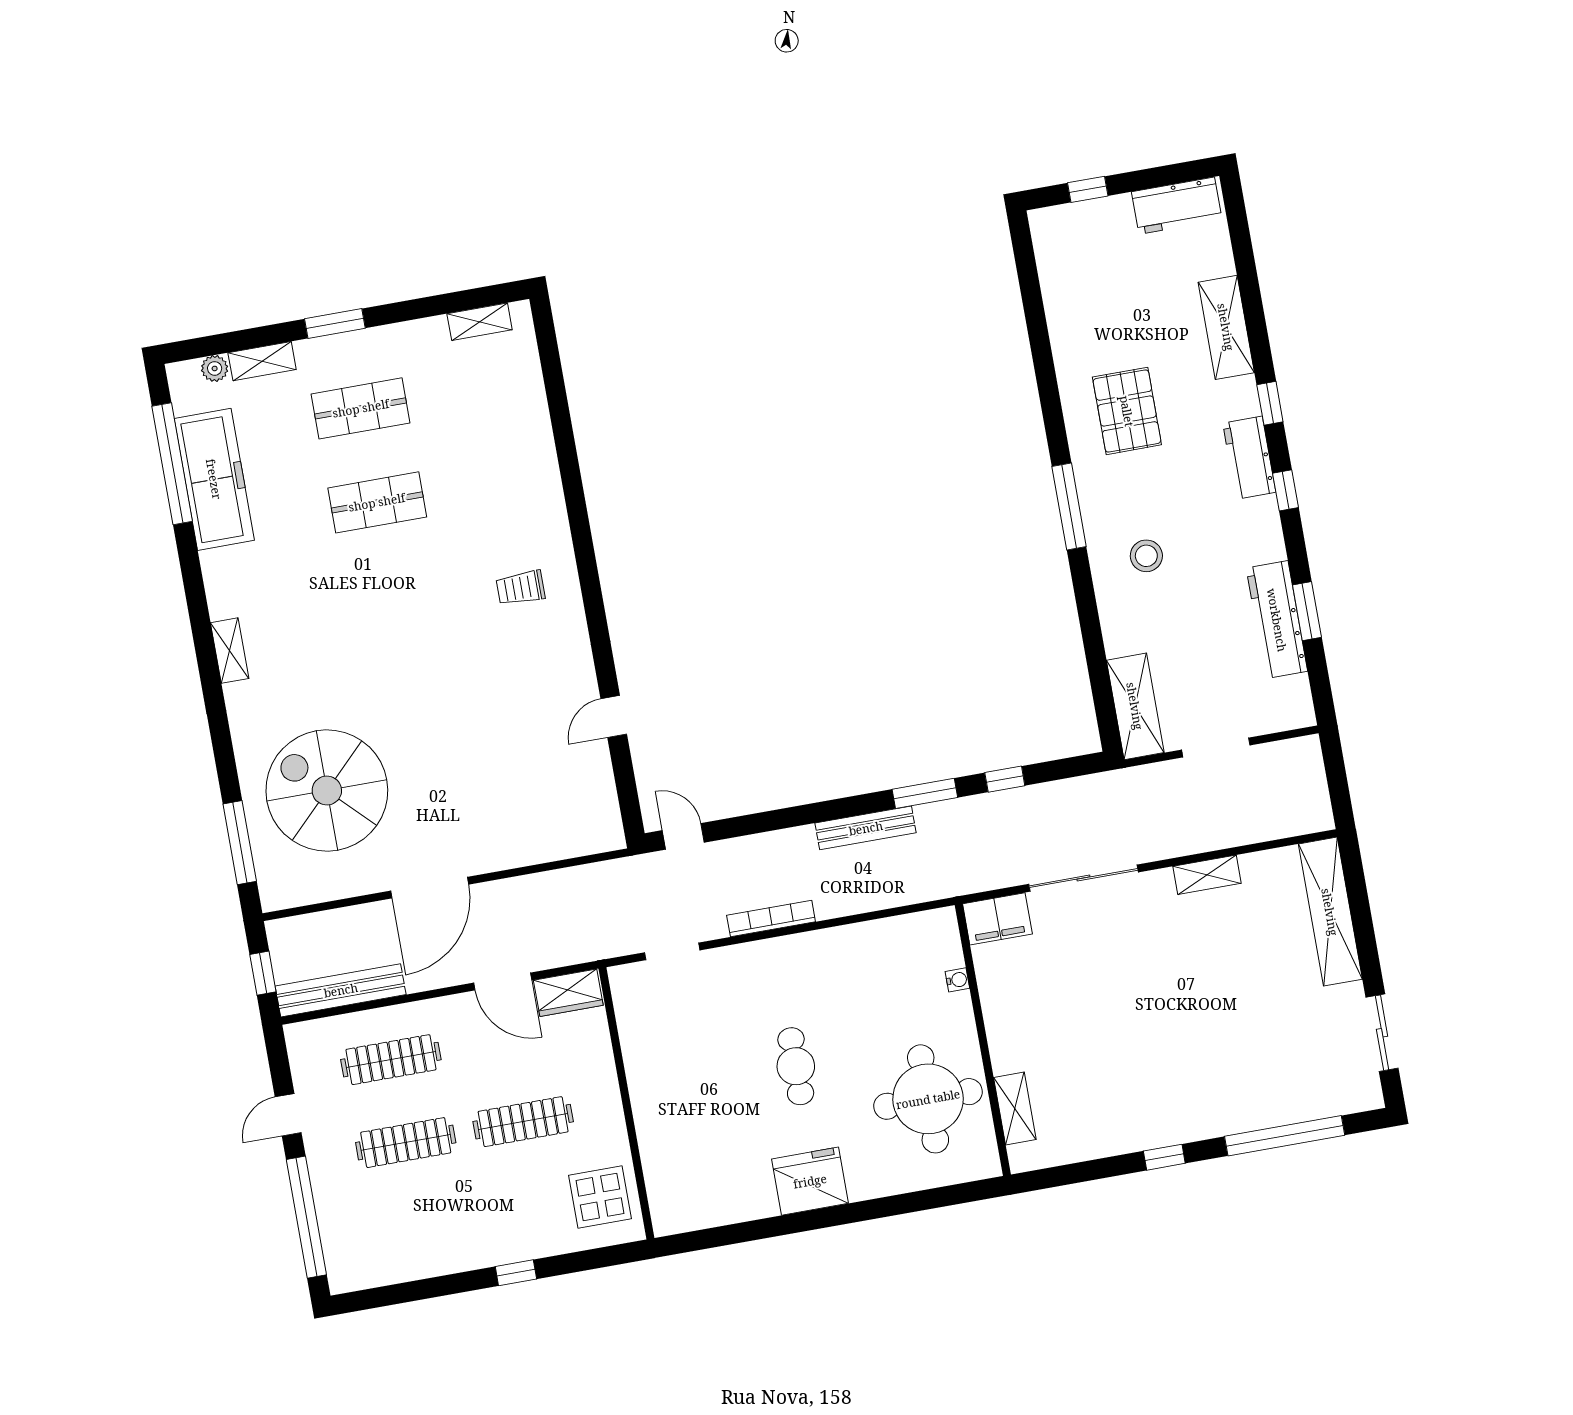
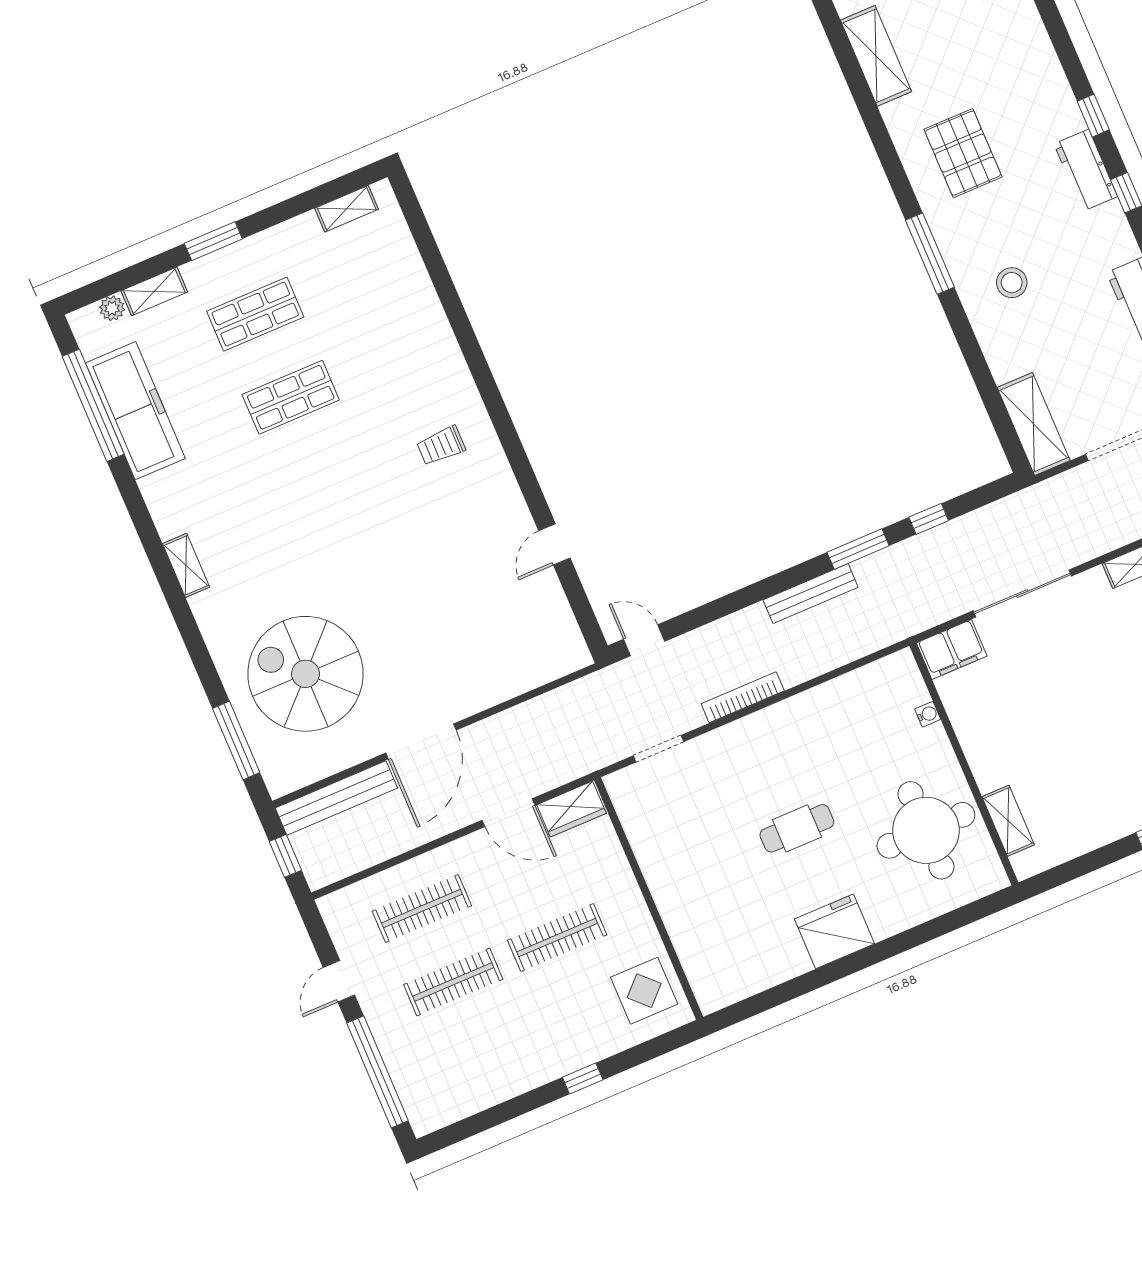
shelving: (1226, 327) -> (876, 56), moved
bench: (341, 990) -> (336, 798), moved
cafe table: (796, 1066) -> (797, 828), turned 90

